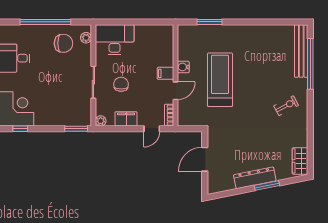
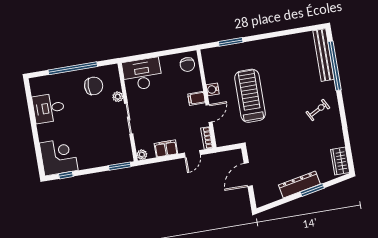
plant: (86, 38) -> (118, 97), moved
chair: (121, 84) -> (187, 65), moved, turned 180

